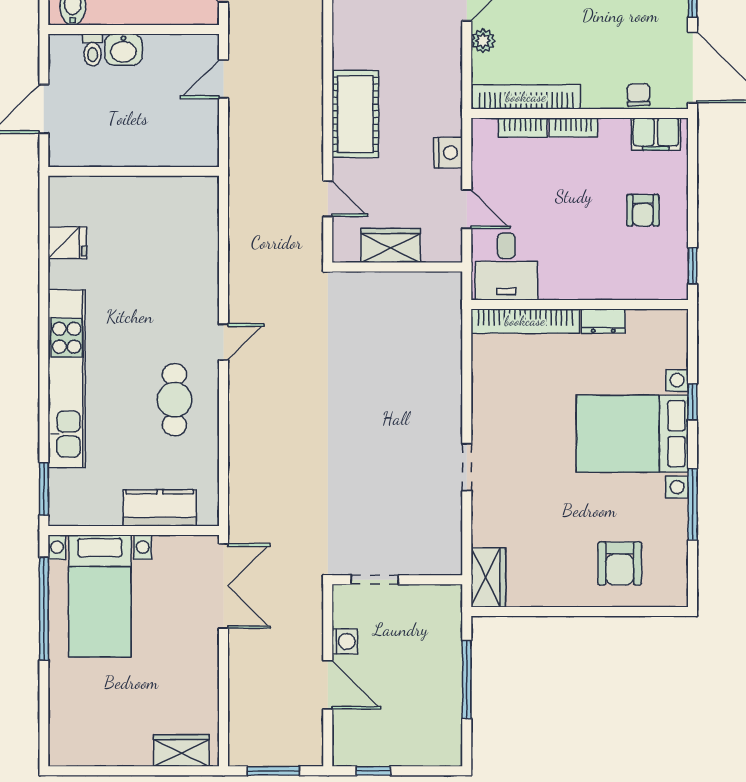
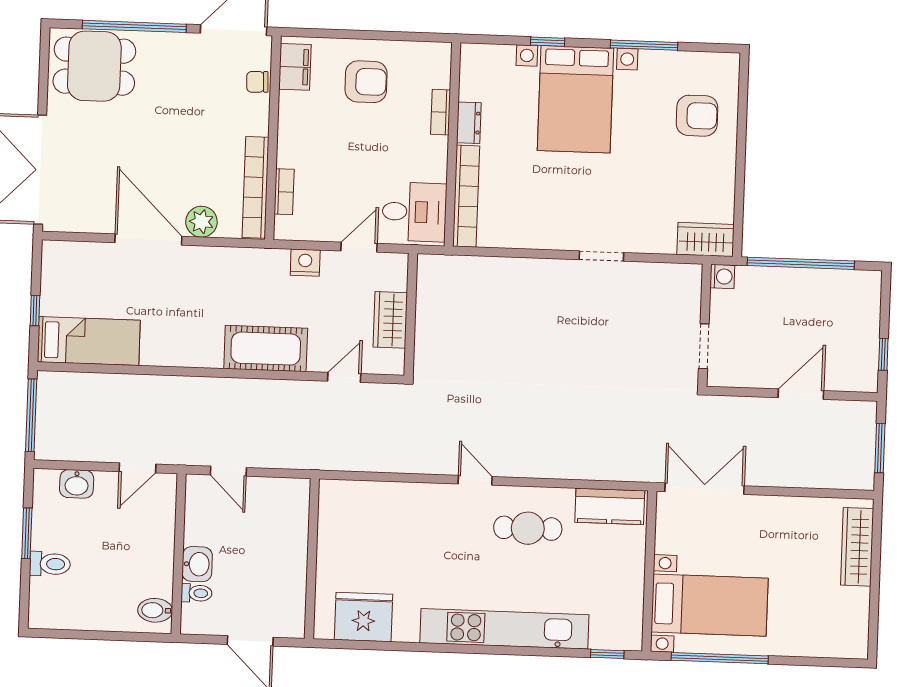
plant: (483, 41) -> (201, 222), width x1.38, depth x1.38
bookcase: (573, 127) -> (440, 112), moved, turned 180
armchair: (643, 210) -> (366, 82), width x1.38, depth x1.38
fridge: (67, 243) -> (364, 617), width x1.88, depth x1.34
window: (693, 266) -> (420, 37), removed
window: (44, 489) -> (607, 654), width x0.67
kitchen counter: (160, 508) -> (610, 506), moved, turned -90
washing machine: (345, 641) -> (722, 276), moved, turned 90
window: (467, 680) -> (801, 263), width x1.46
wardrobe: (181, 750) -> (857, 547), width x1.50

